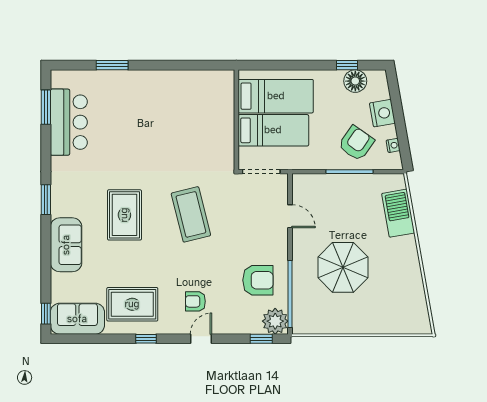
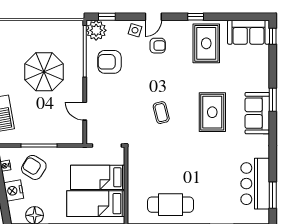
cafe table: (179, 95) -> (171, 205), added
armchair: (356, 143) -> (34, 167), turned 87
window: (46, 200) -> (273, 100), moved
coffee table: (191, 214) -> (161, 113), width x0.54, depth x0.58
sofa: (66, 245) -> (257, 113), moved
rug: (132, 304) -> (206, 43), turned 90
side table: (225, 321) -> (135, 30), added

